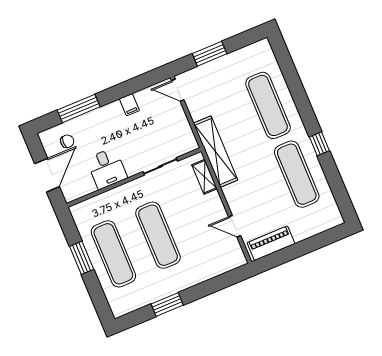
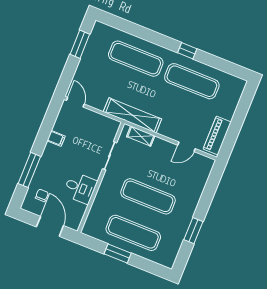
window: (210, 54) -> (80, 44), moved
door: (178, 90) -> (75, 102), swing flipped

